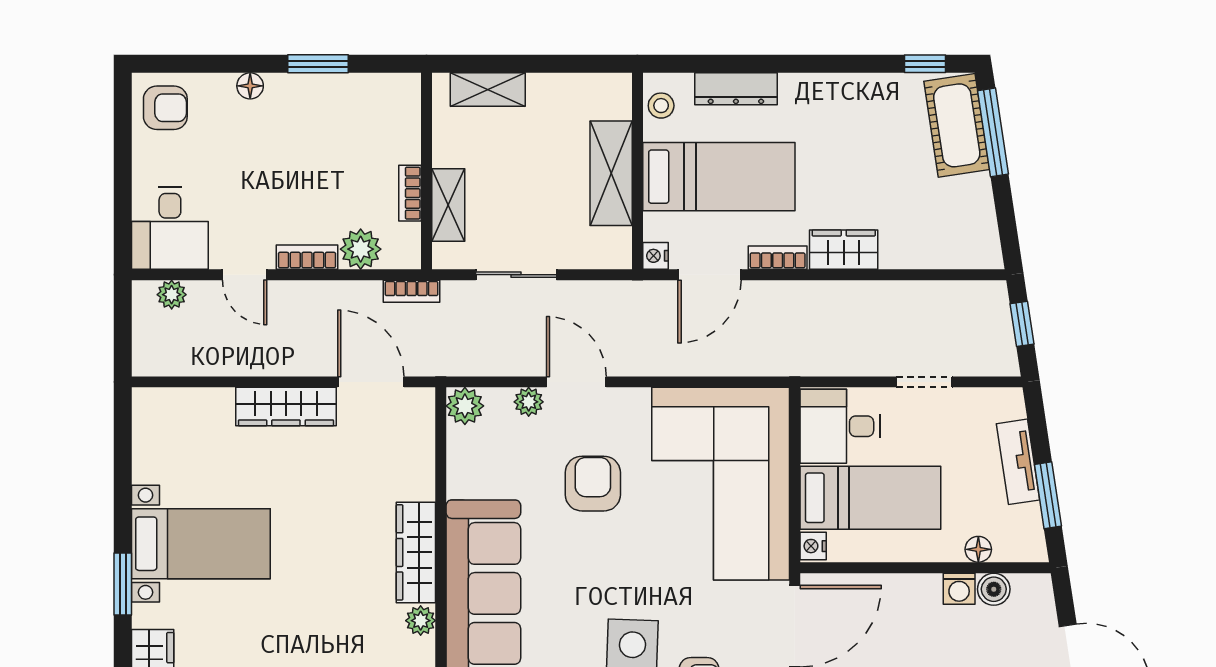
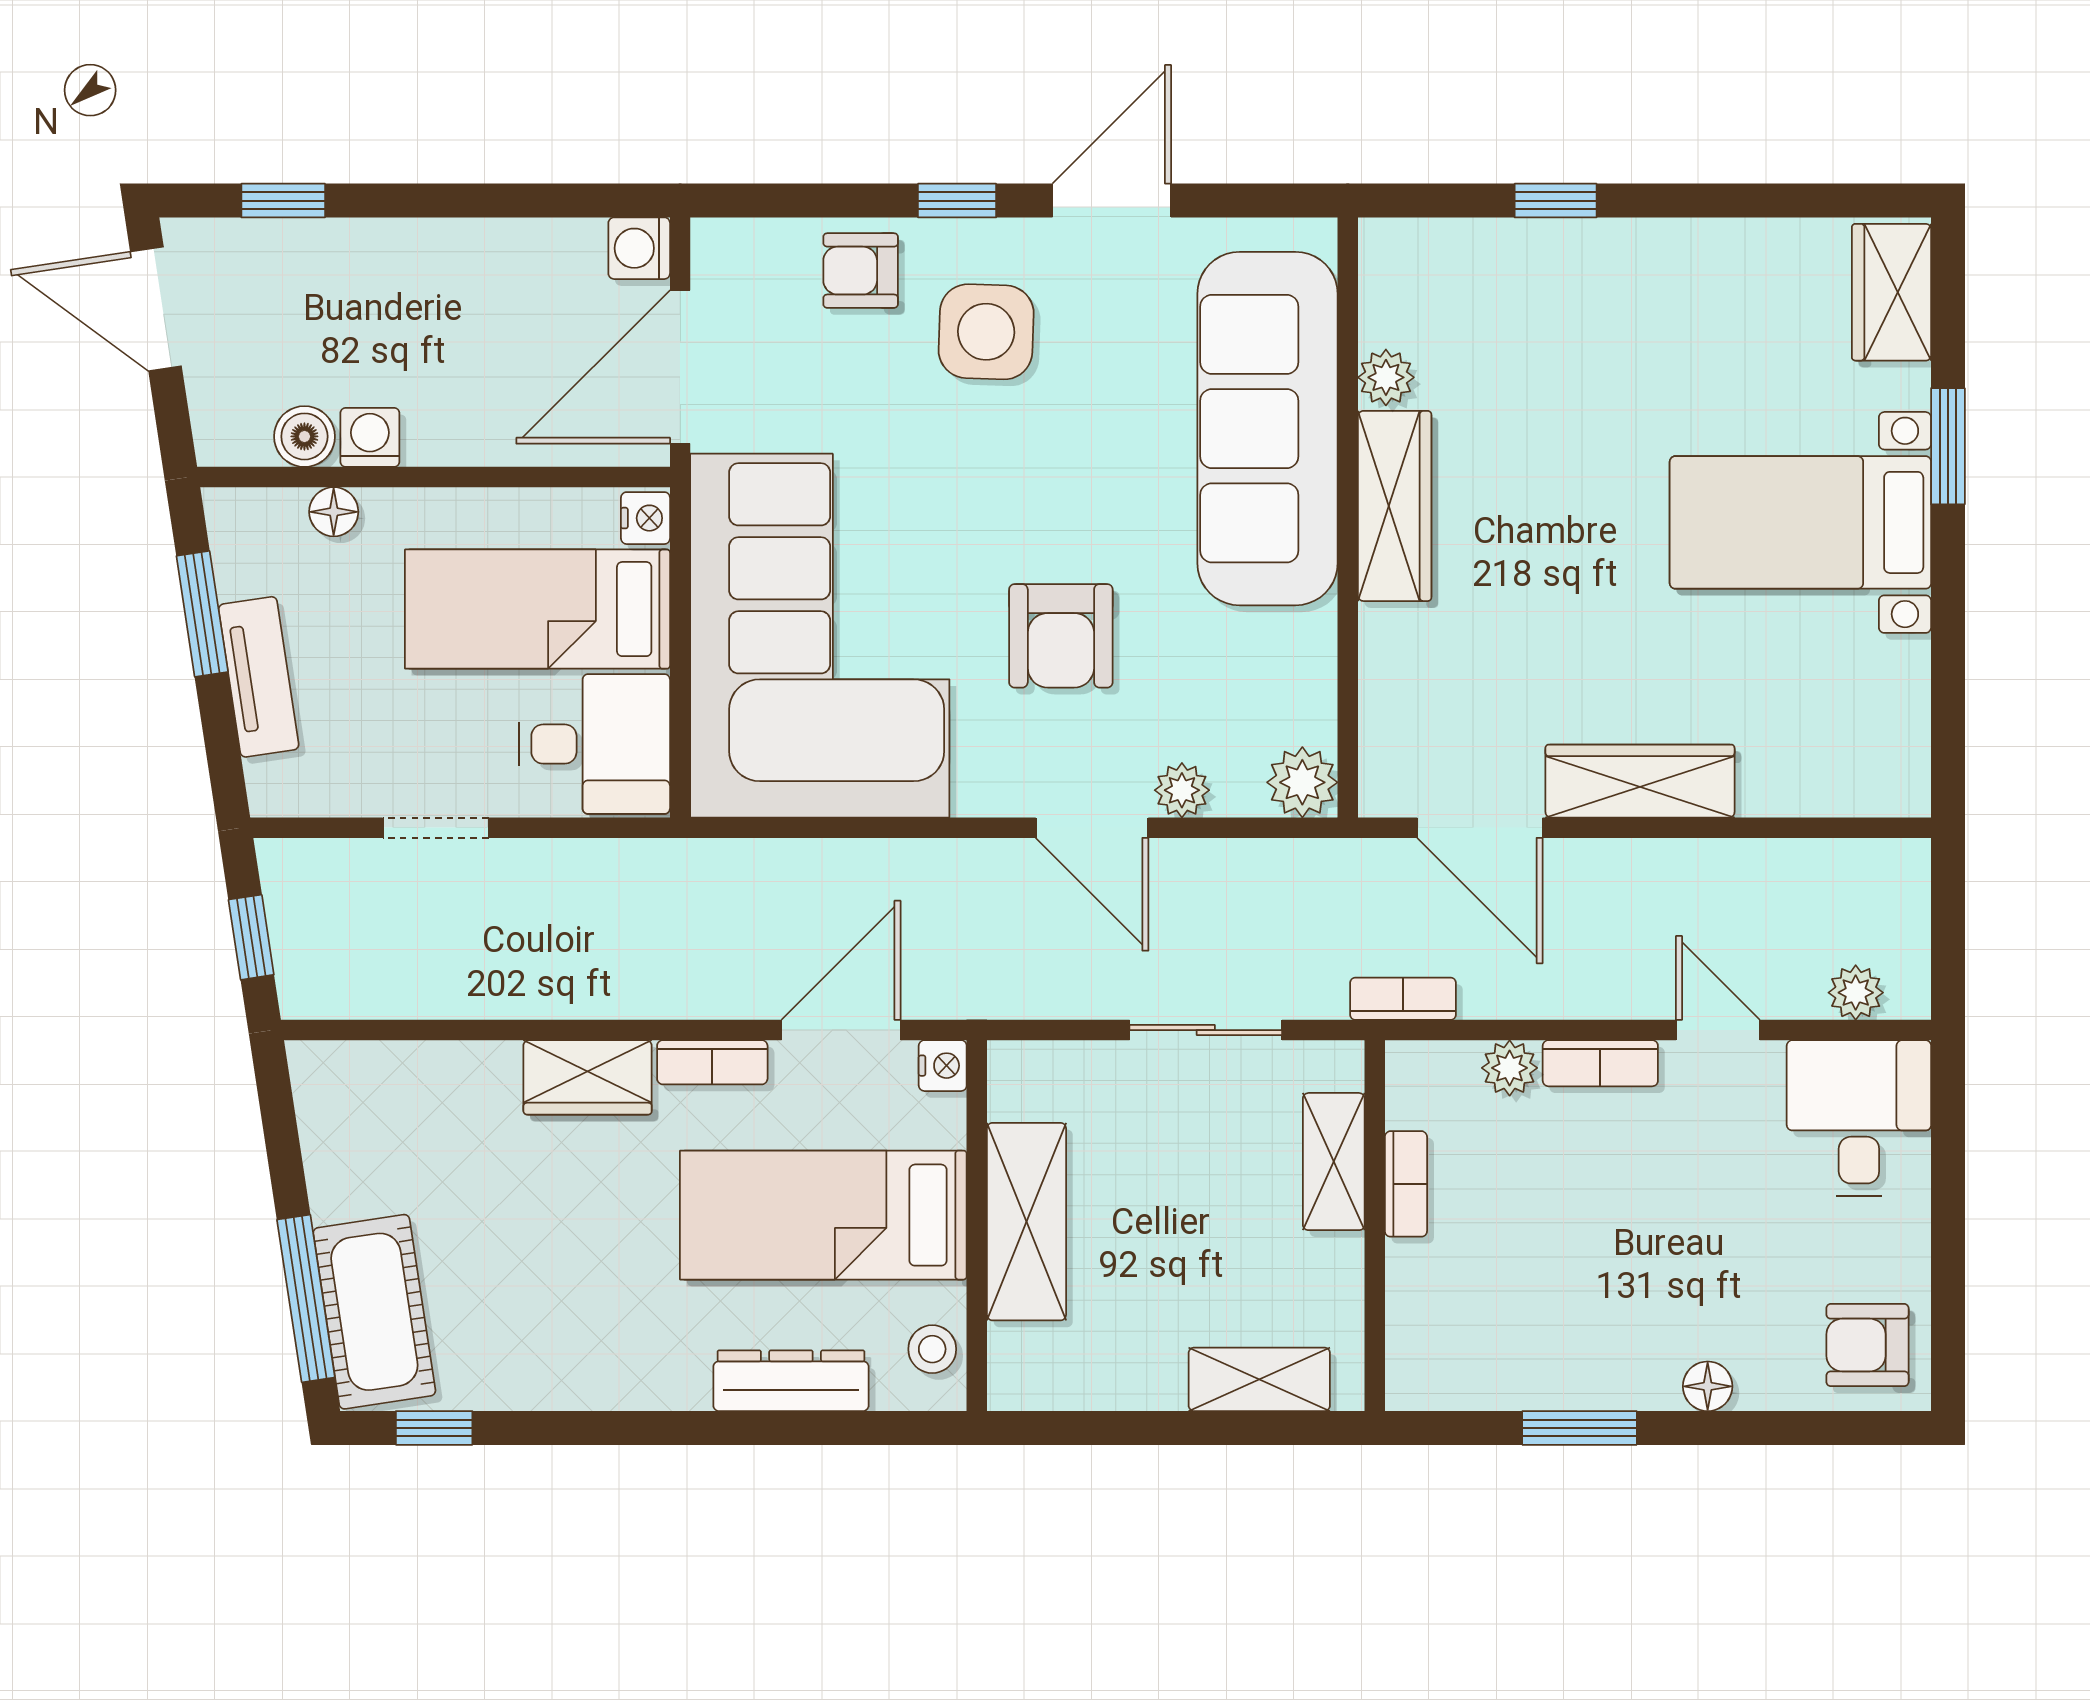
plant: (361, 249) -> (1510, 1068), width x0.73, depth x0.73

